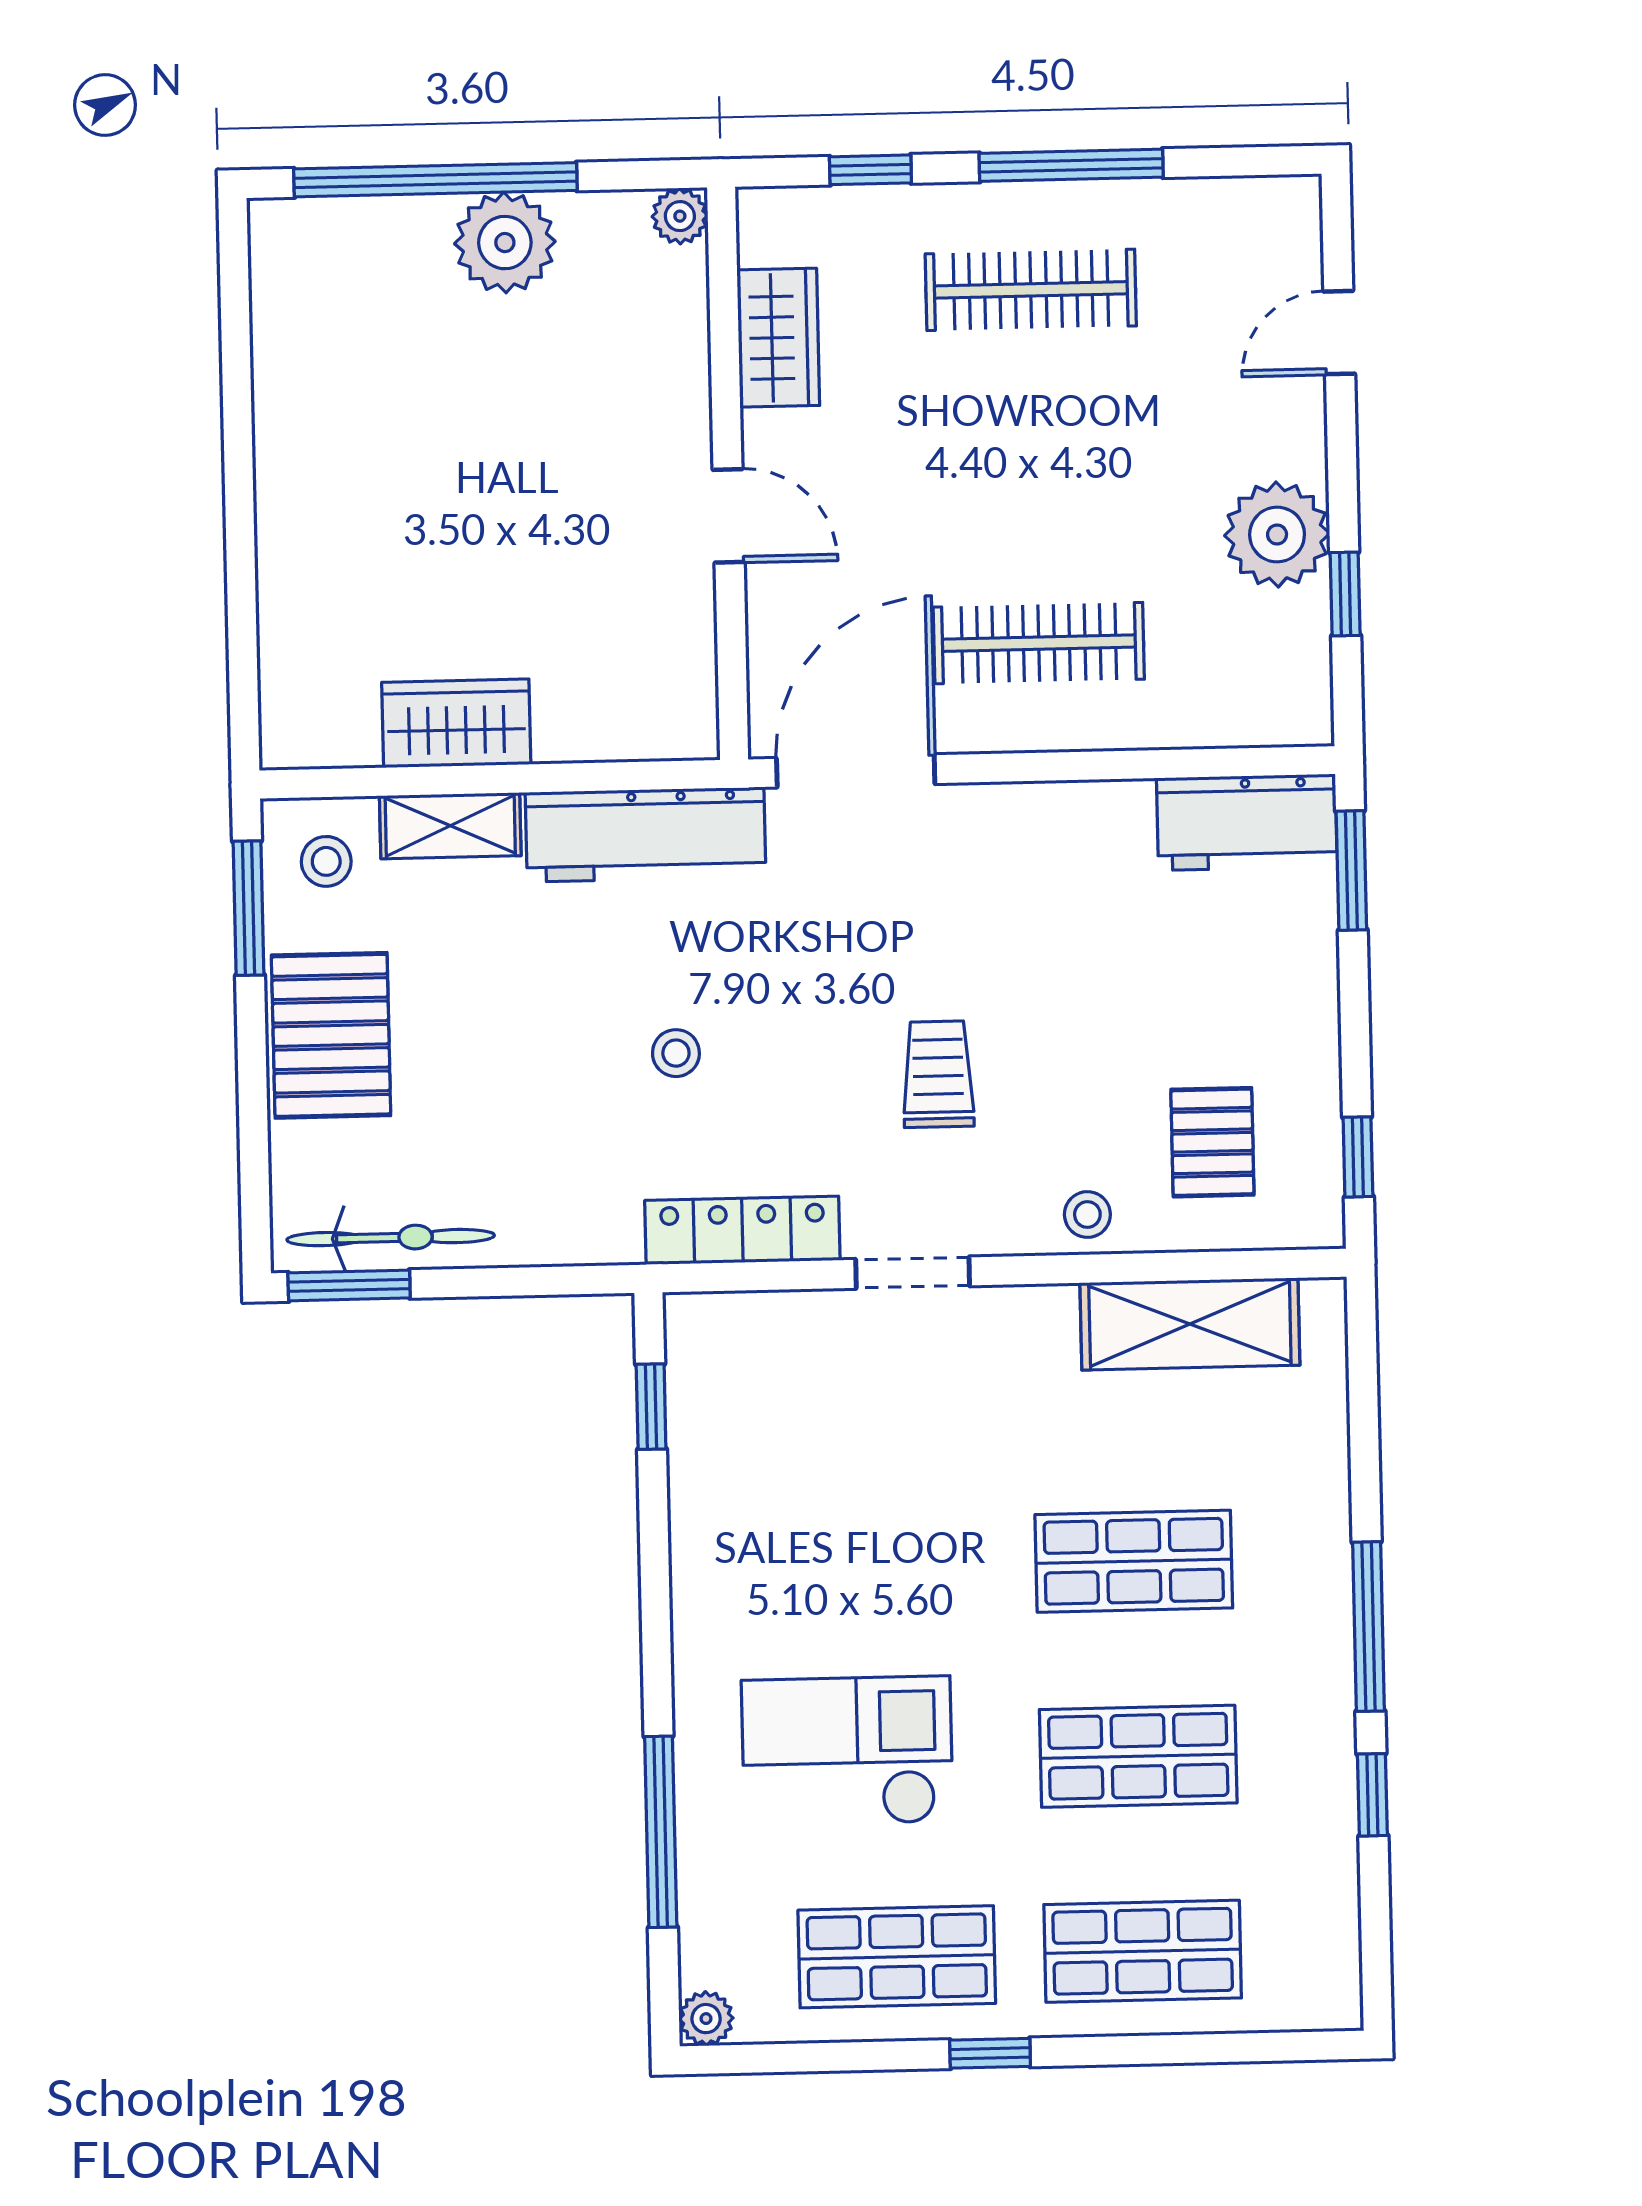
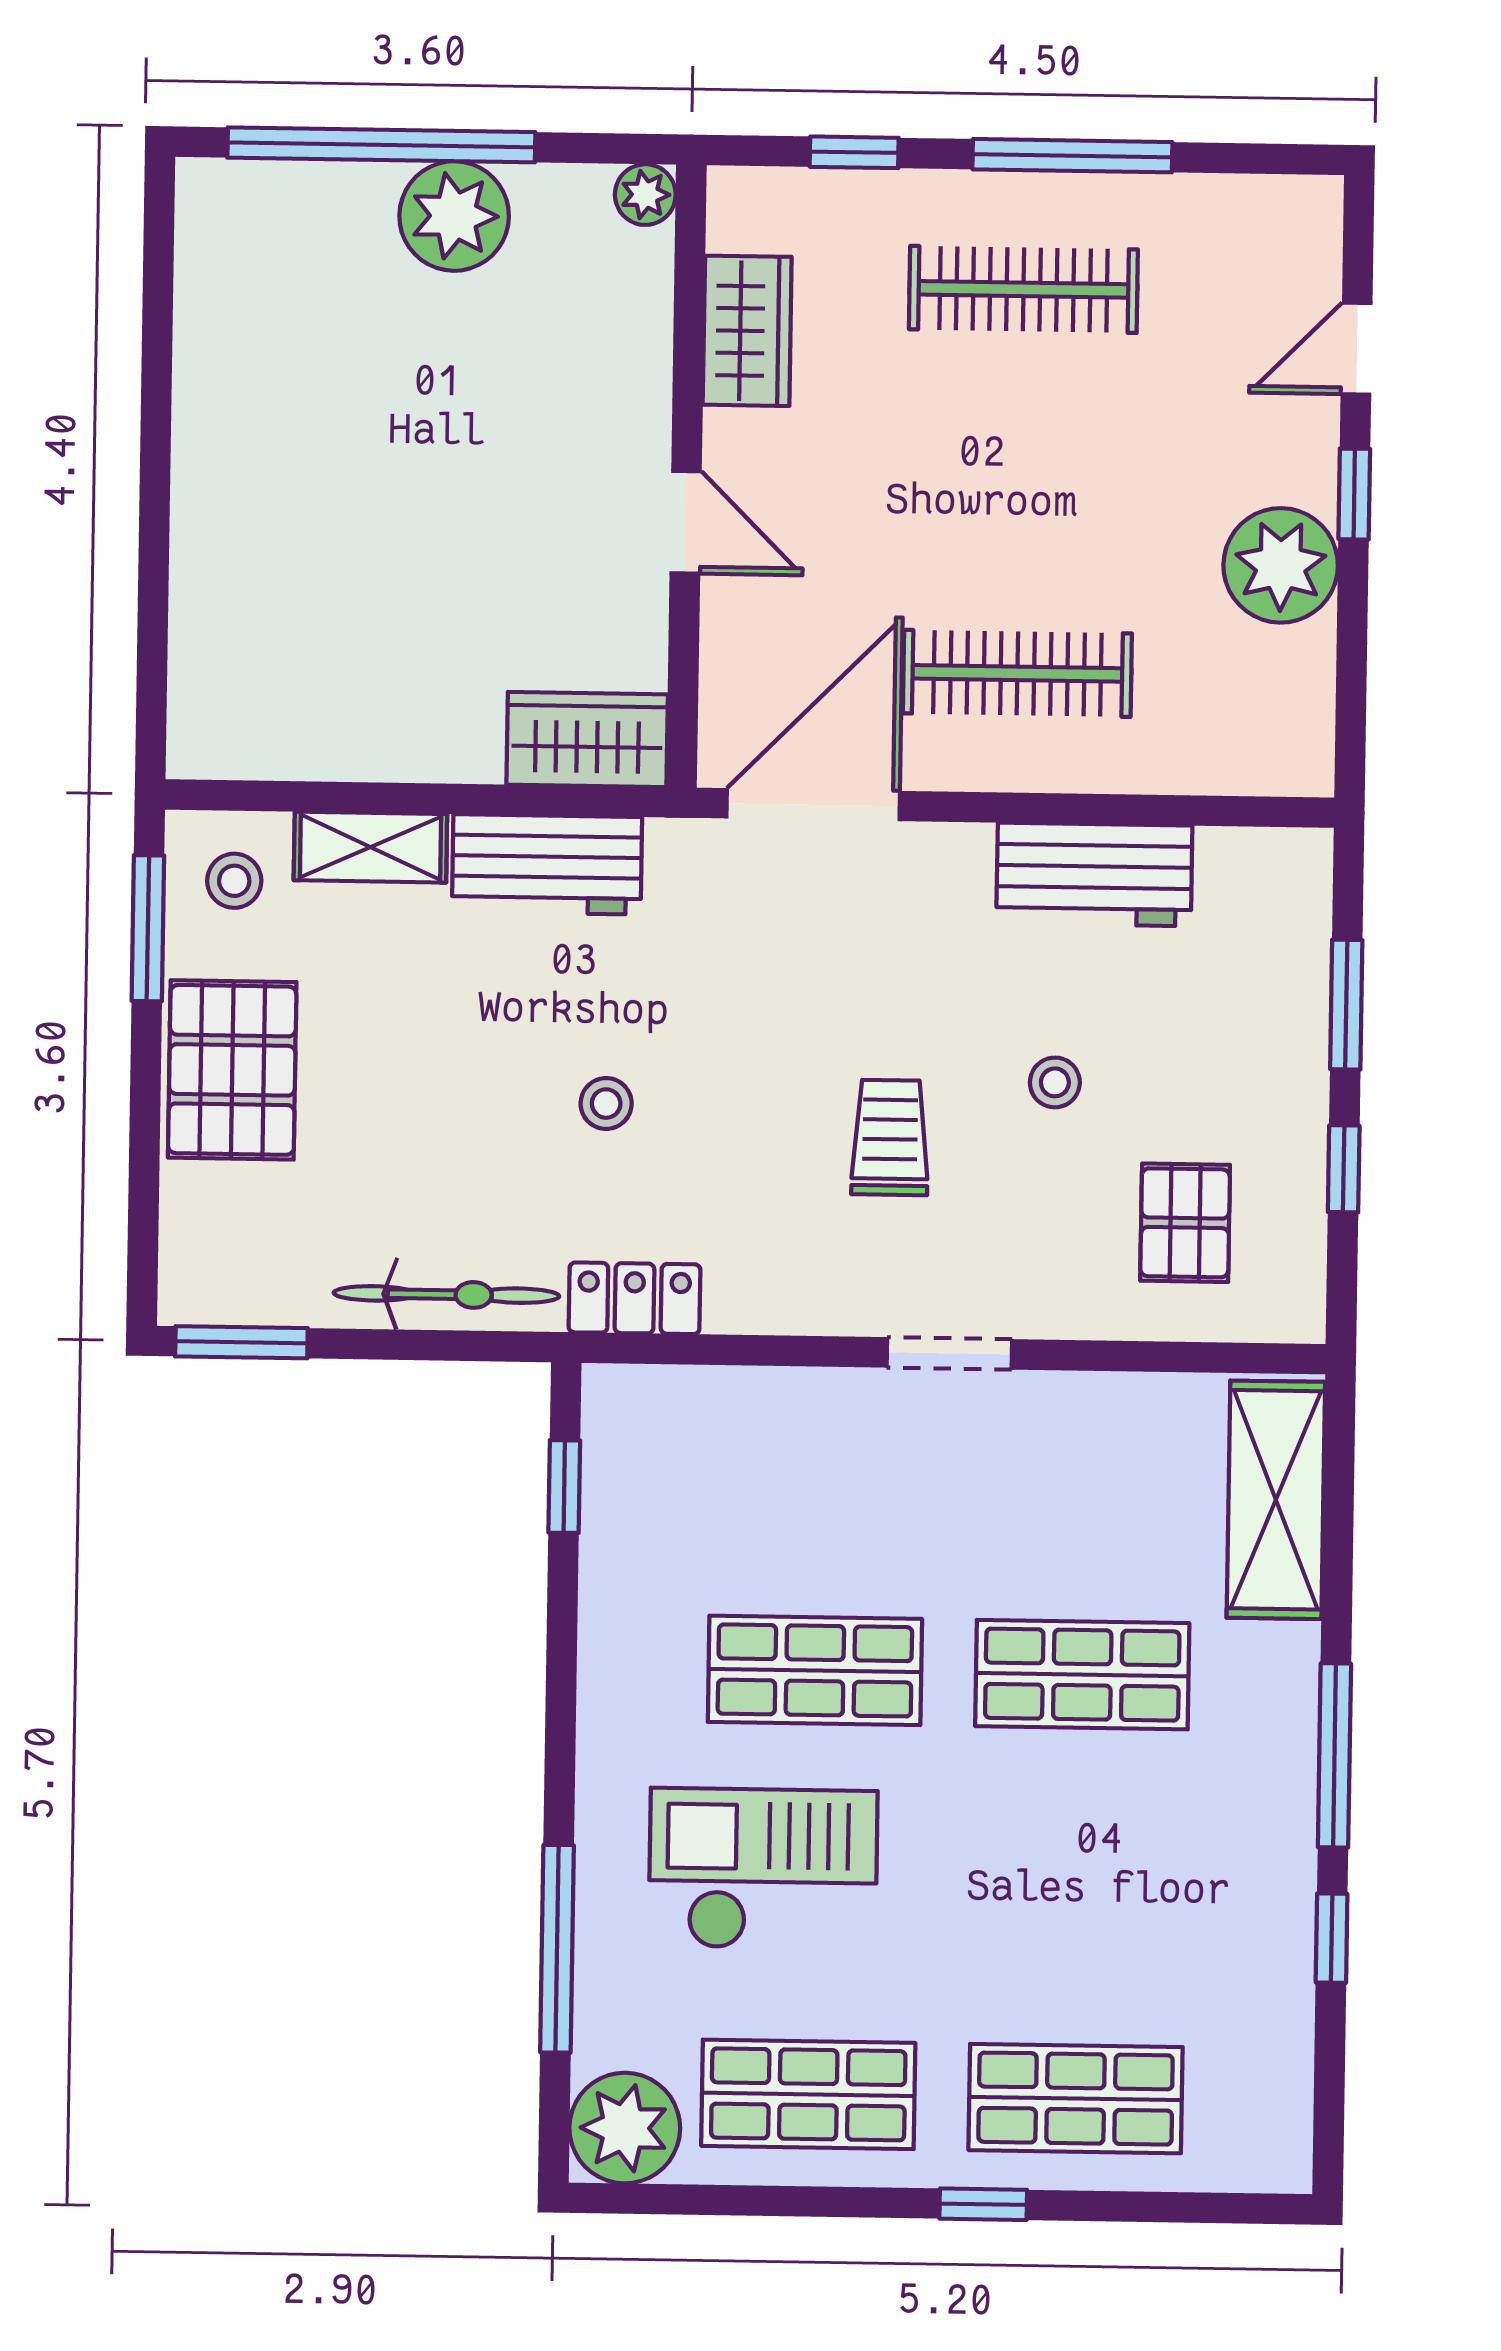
window: (1345, 594) -> (1354, 494), moved
wardrobe: (456, 723) -> (587, 739), moved
workbench: (1247, 822) -> (1094, 874), moved
workbench: (646, 835) -> (547, 864), width x0.73
window: (1351, 870) -> (1346, 1005), moved
window: (1358, 1157) -> (1344, 1169), moved
stool: (1087, 1215) -> (1055, 1082), moved
locker: (742, 1230) -> (634, 1298), width x0.66
bicycle: (391, 1238) -> (446, 1295), moved
doorway: (913, 1273) -> (949, 1353), moved
shelving: (1190, 1324) -> (1276, 1500), moved, turned 90
shop shelf: (1138, 1756) -> (815, 1670), moved
plant: (706, 2019) -> (625, 2128), width x1.88, depth x1.88
window: (990, 2053) -> (983, 2204), moved

